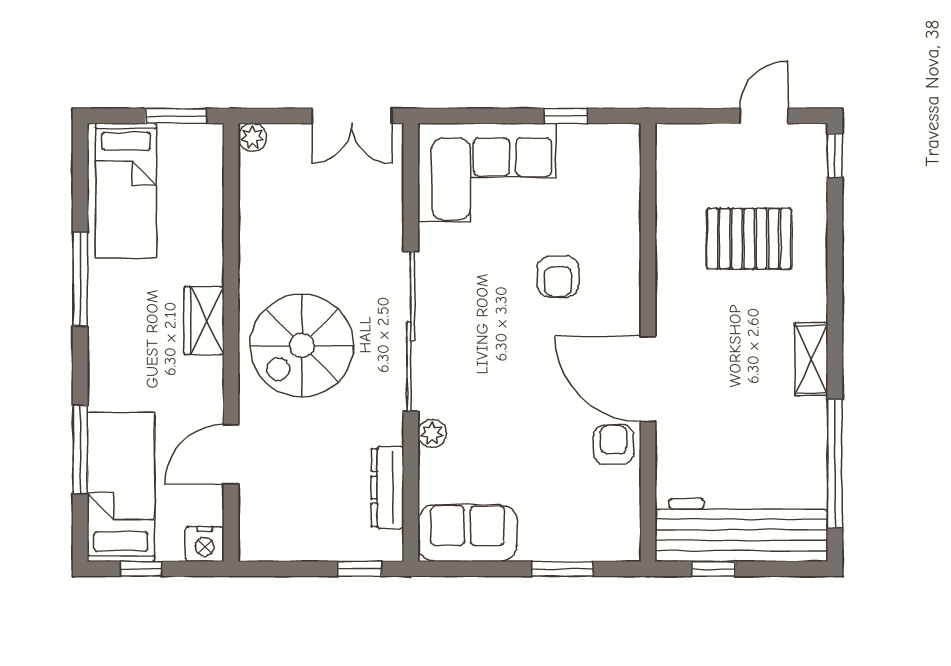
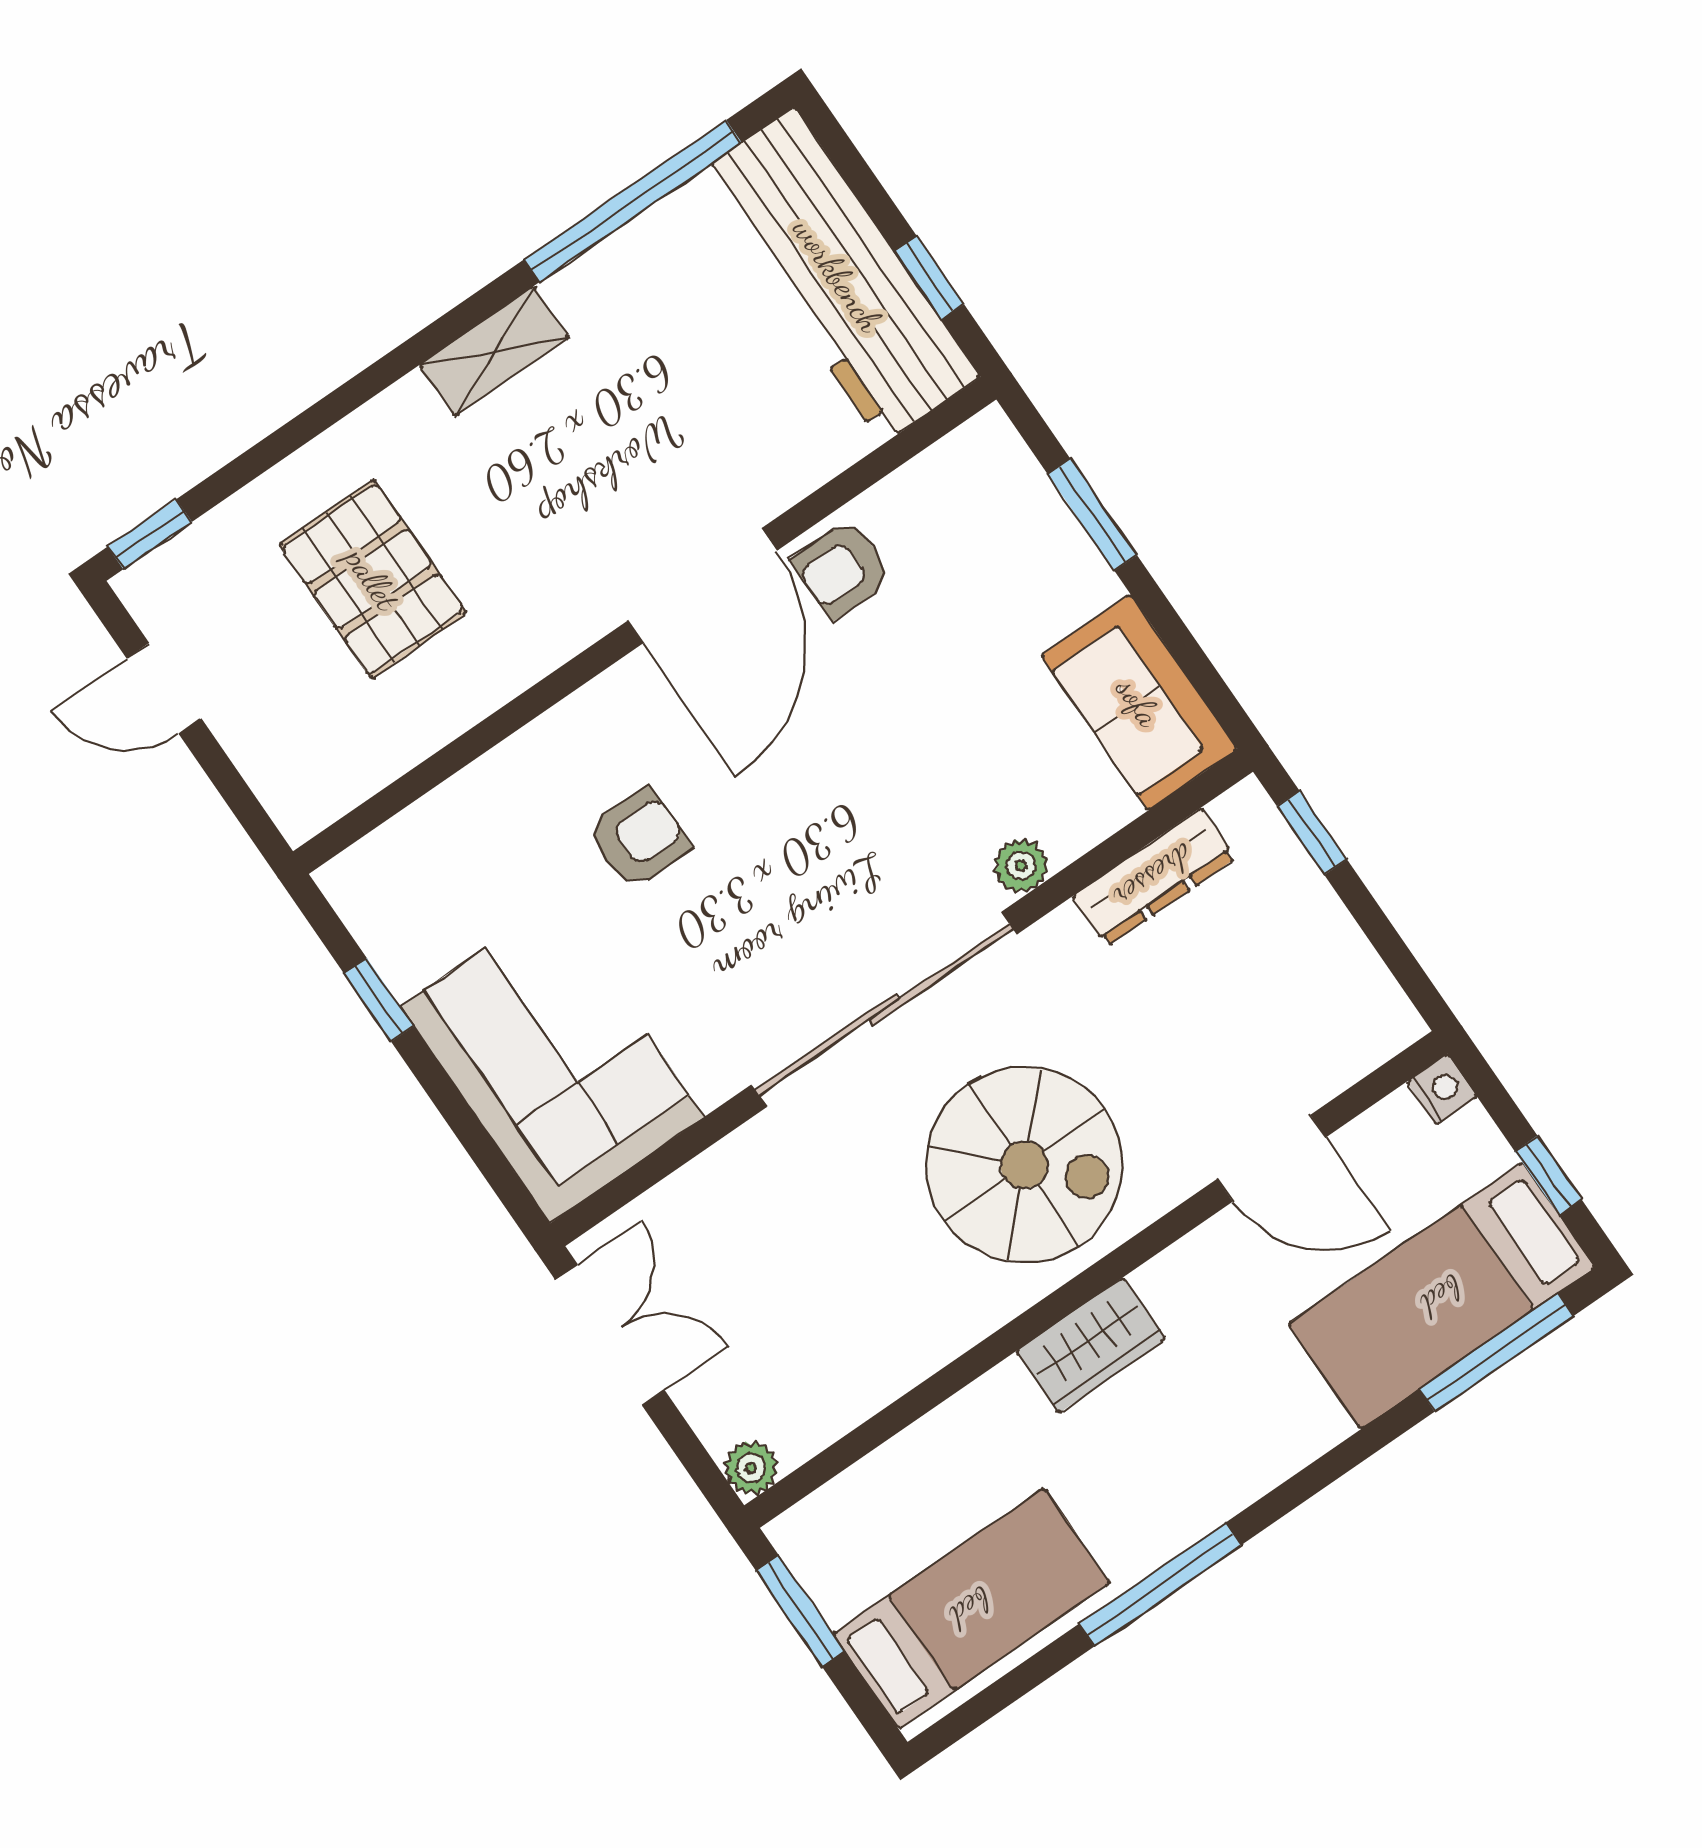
window: (80, 449) -> (1496, 1352), moved
nightstand: (205, 544) -> (1442, 1089), width x0.72, depth x0.74

